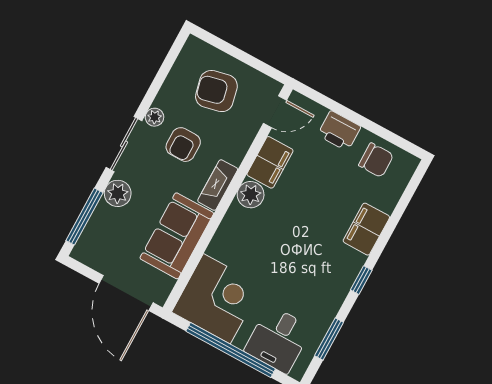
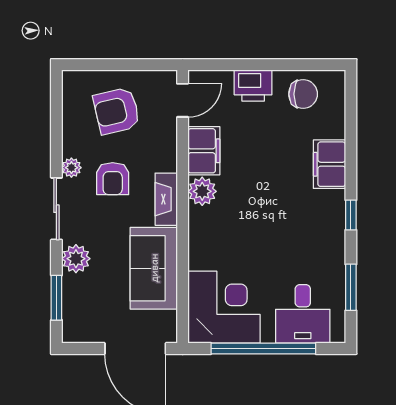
window: (84, 217) -> (56, 298), width x0.69

